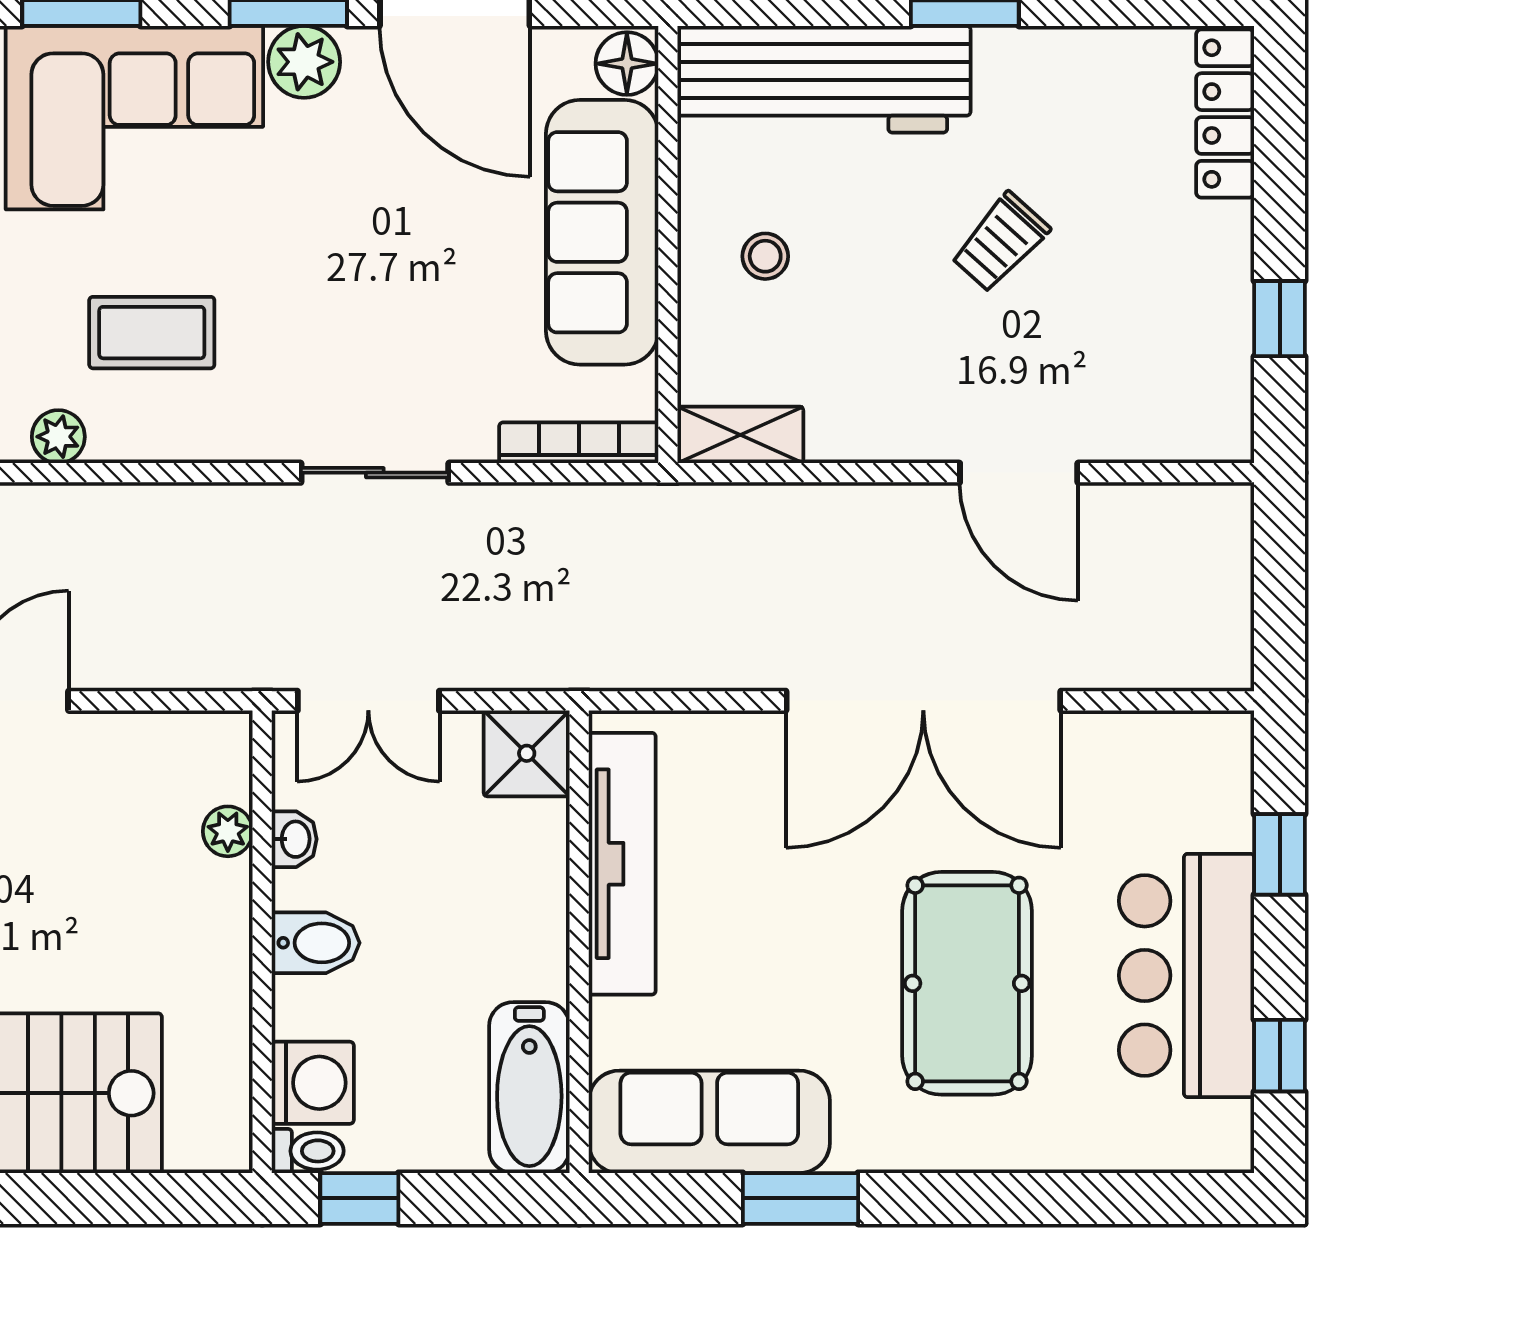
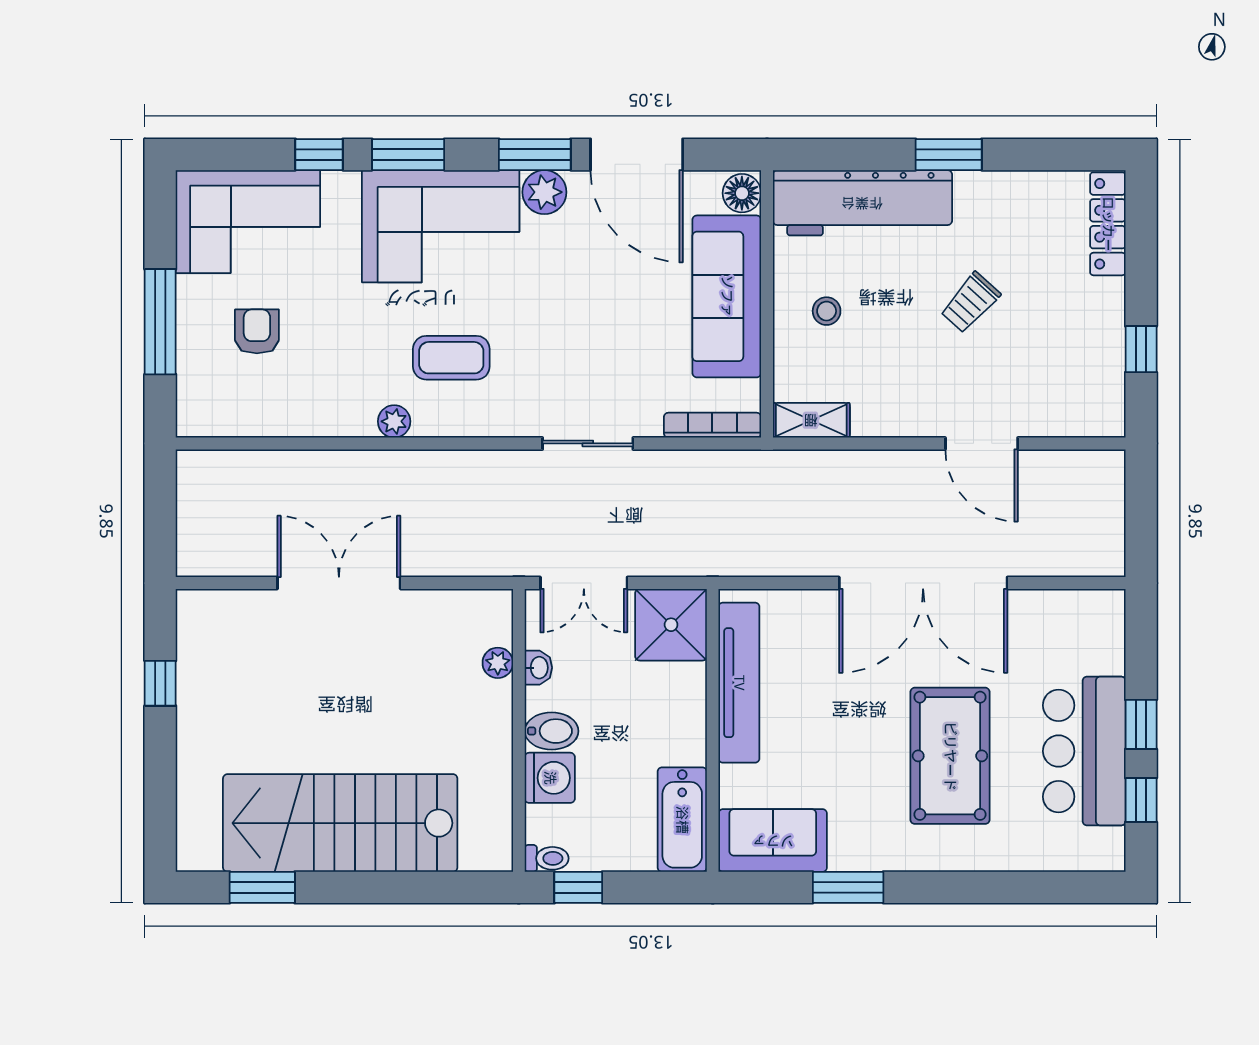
shower: (527, 753) -> (671, 625), width x1.36, depth x1.36
window: (1280, 854) -> (1141, 724), moved
washing machine: (313, 1083) -> (550, 778), moved
sofa: (709, 1122) -> (773, 841), width x0.73

